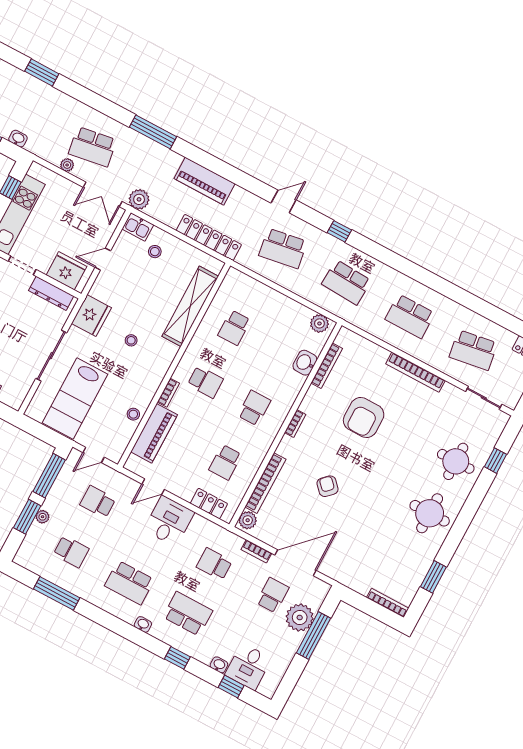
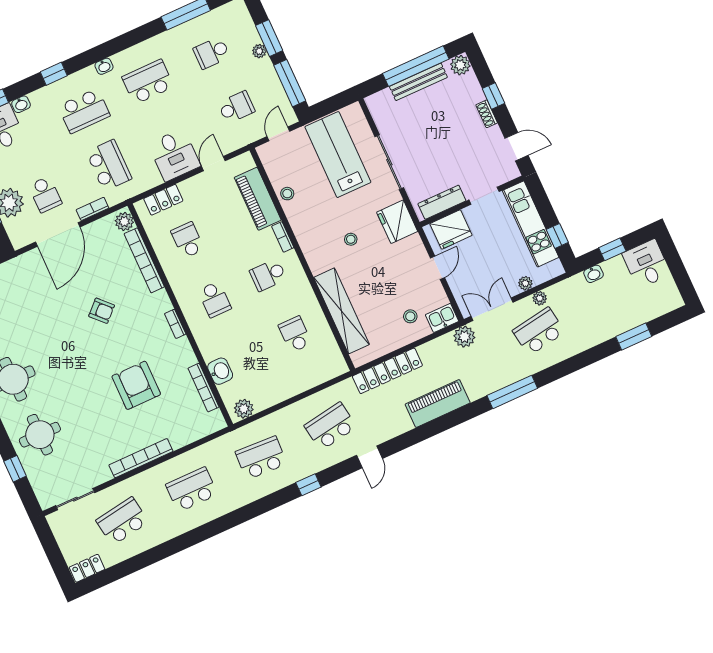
plant: (64, 184) -> (525, 283), added
school desk: (214, 564) -> (109, 165), width x1.85

